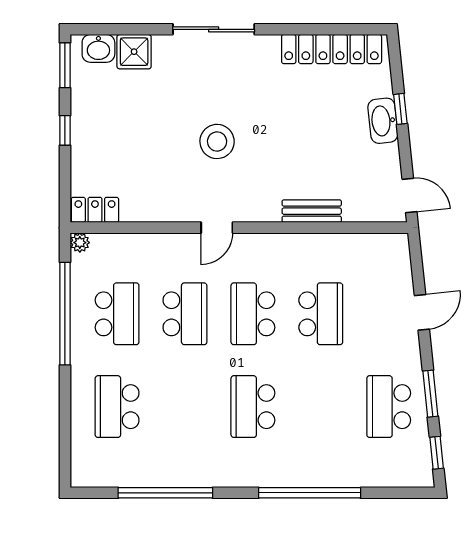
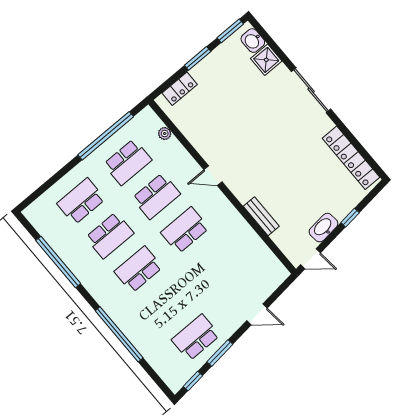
washbasin: (383, 121) -> (323, 228), moved
window: (65, 130) -> (198, 58), width x1.50
stool: (217, 141) -> (256, 139), removed
door: (409, 195) -> (310, 259), hinge flipped
locker: (95, 210) -> (180, 89), moved, turned 90
plant: (80, 243) -> (165, 133), moved
school desk: (321, 314) -> (110, 235), moved

